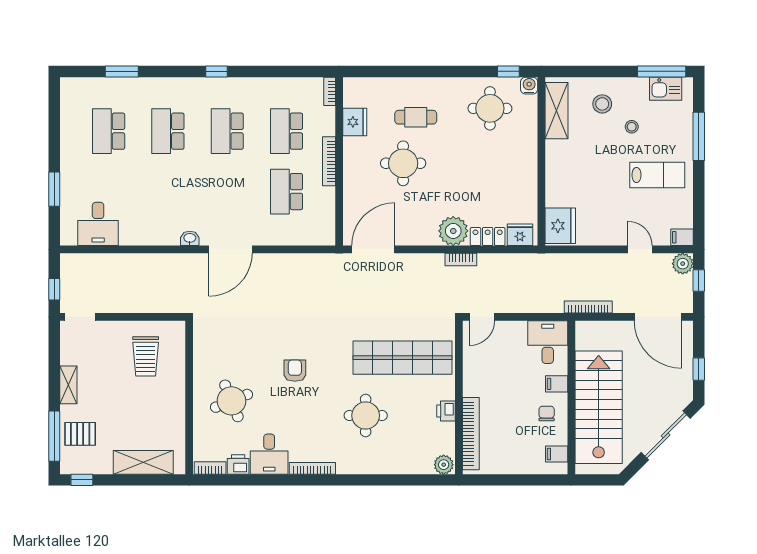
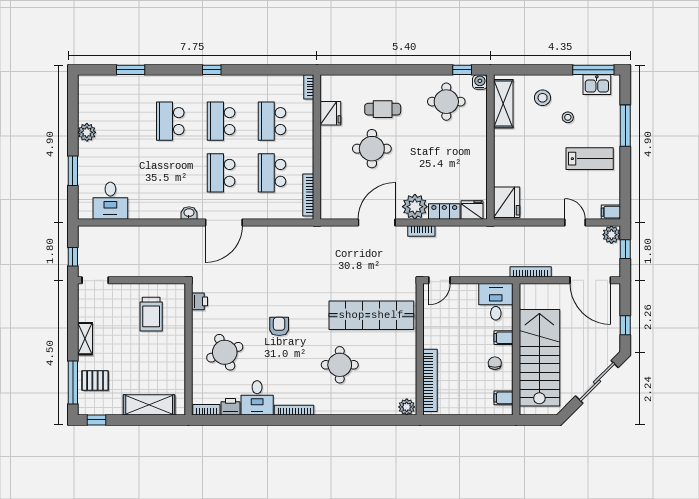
school desk: (109, 131) -> (221, 173), moved
plant: (71, 144) -> (87, 132), added
bookcase: (329, 161) -> (308, 195), moved
door: (373, 249) -> (377, 222), moved
printer: (446, 411) -> (199, 301), moved, turned 180

